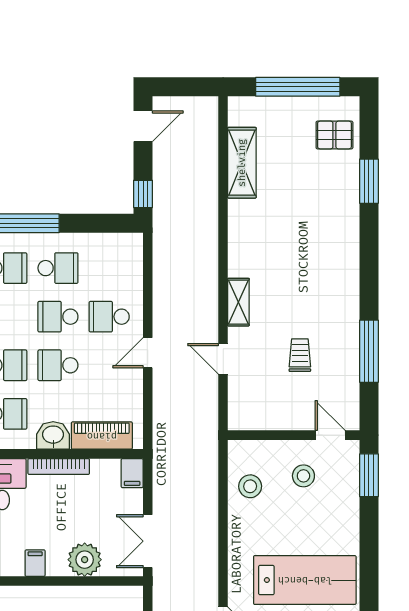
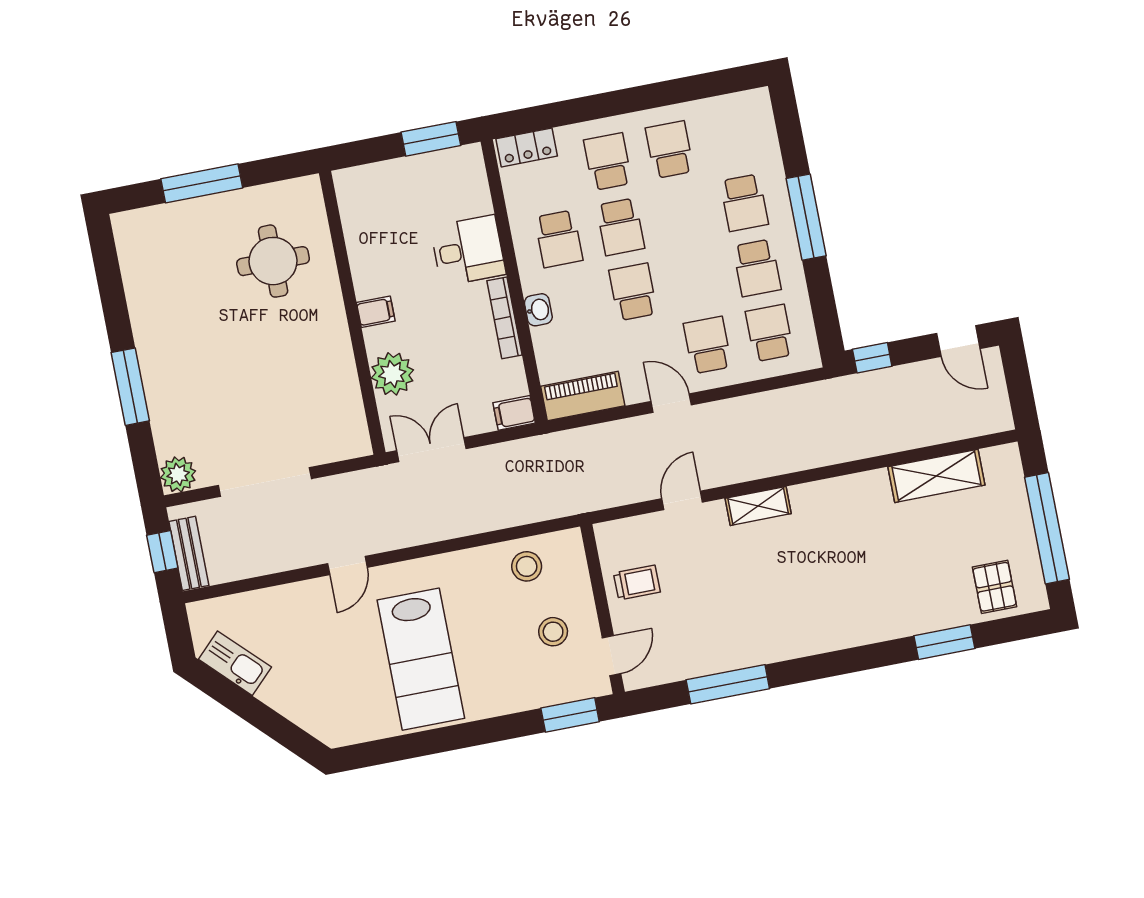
school desk: (58, 317) -> (769, 333), moved
trolley: (300, 355) -> (637, 583), moved
washbasin: (53, 435) -> (538, 310), width x0.72, depth x0.69
piano: (102, 436) -> (583, 396), moved, turned -90

